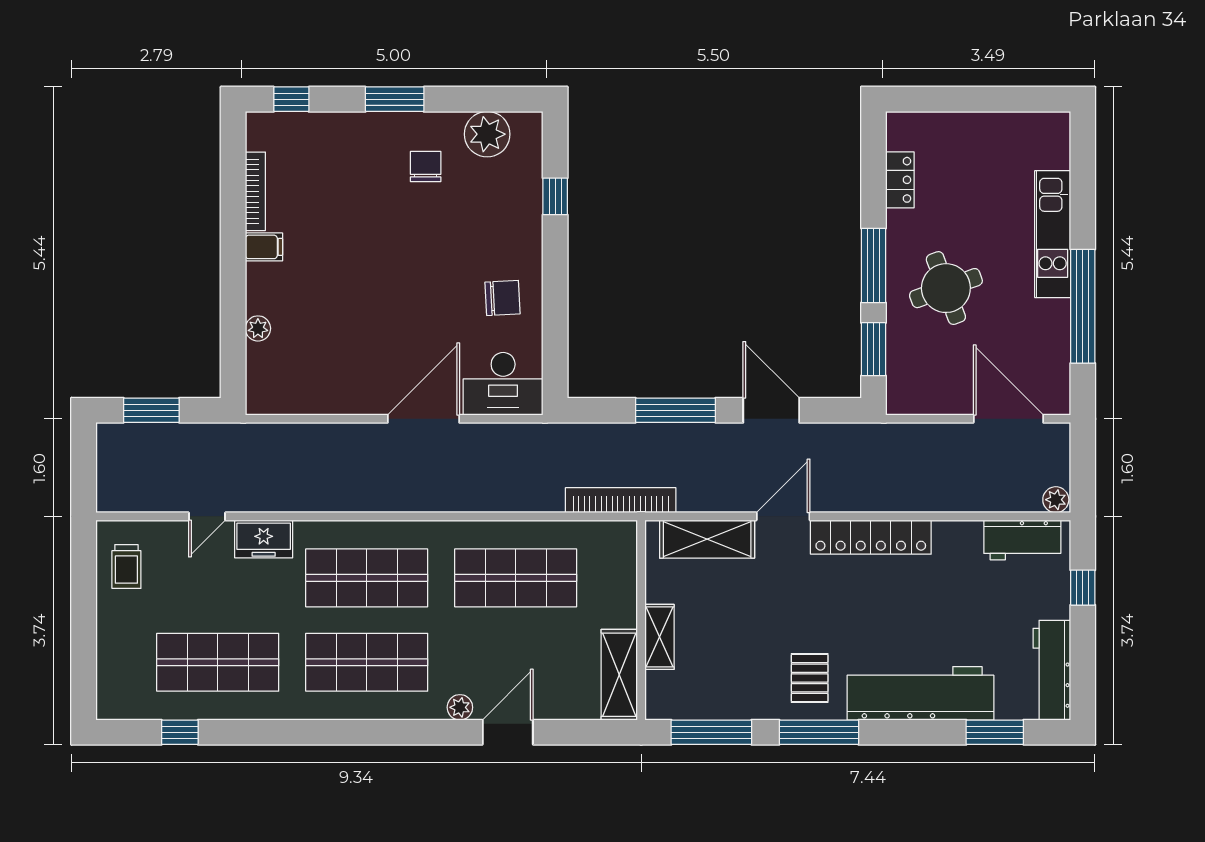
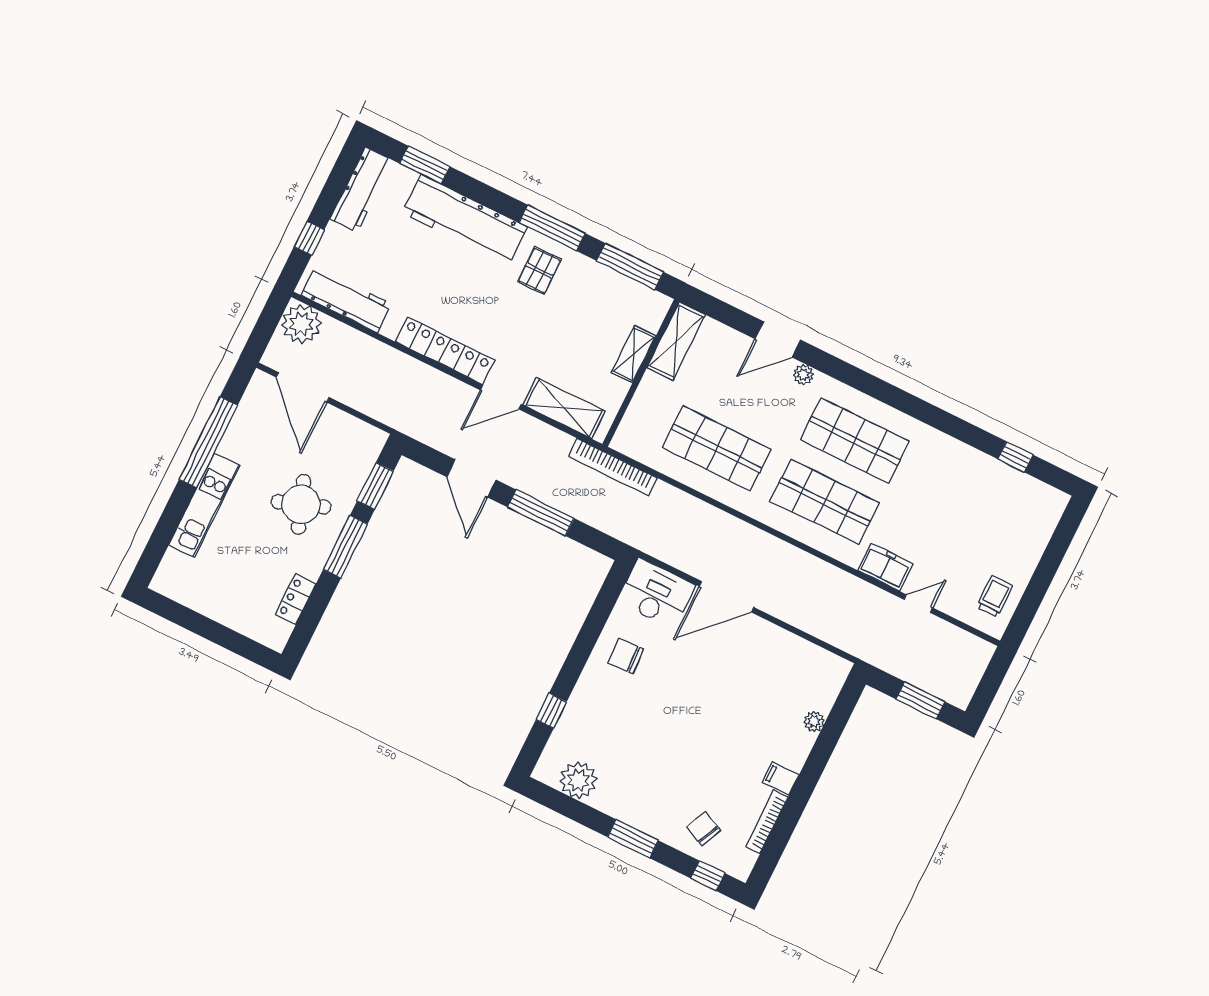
chair: (426, 167) -> (704, 829), moved, turned 115
plant: (1056, 500) -> (301, 324), width x1.87, depth x1.87
workbench: (1022, 540) -> (346, 300), width x1.37
shop shelf: (218, 662) -> (963, 494), removed

